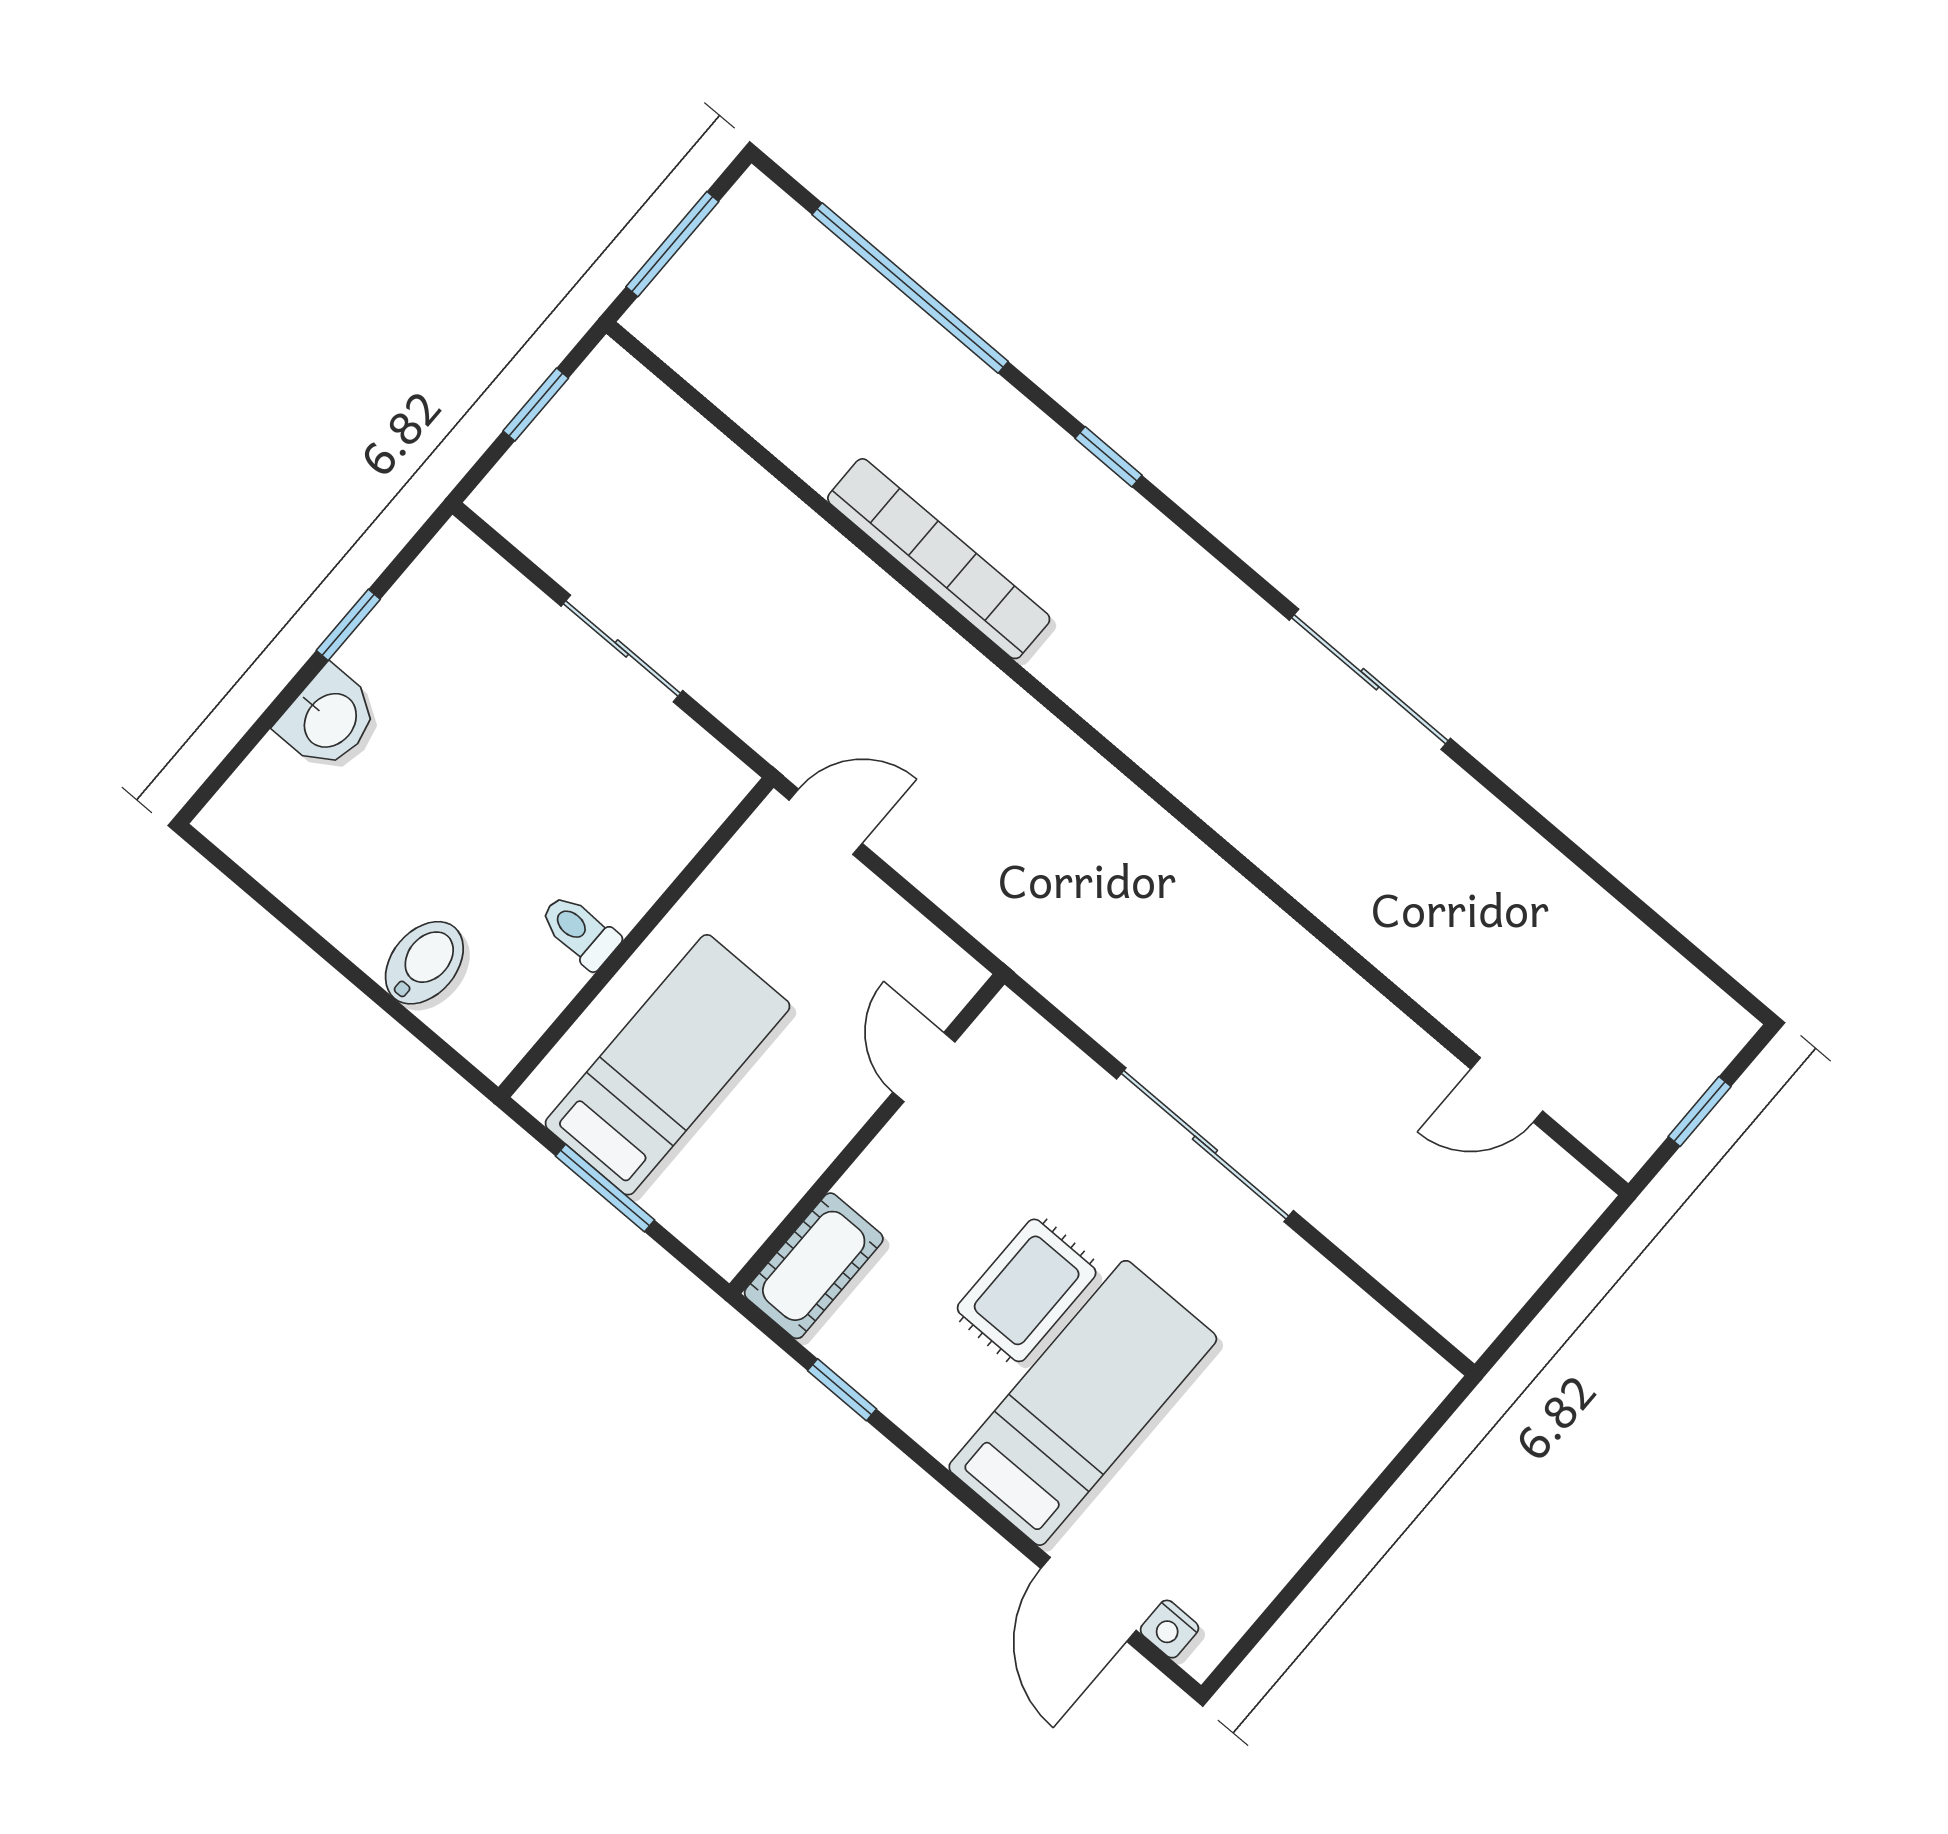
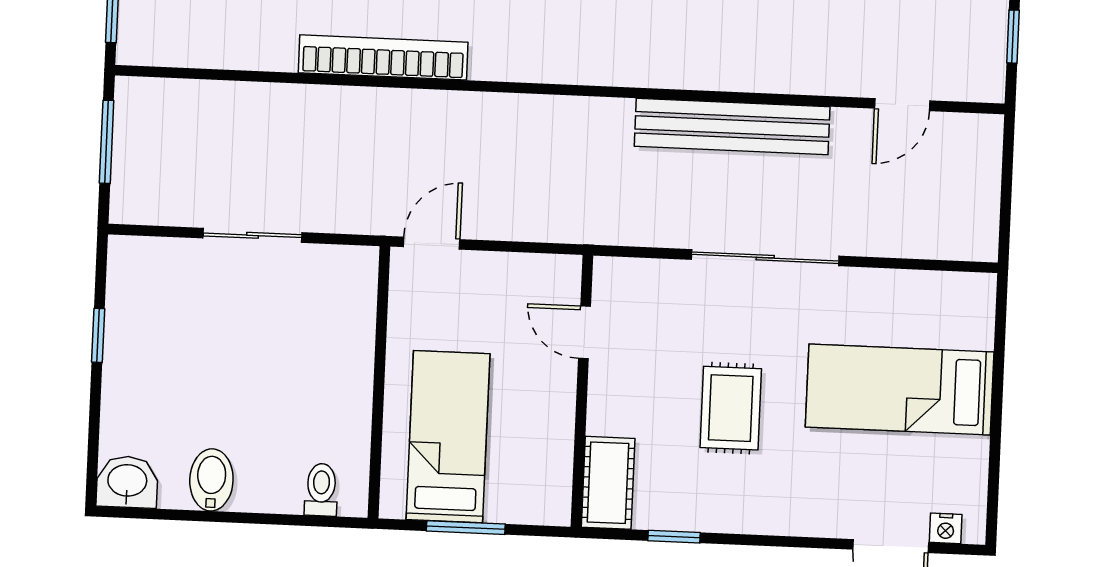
window: (536, 405) -> (107, 142), width x1.50
washbasin: (329, 719) -> (127, 482), moved, turned -90
toilet: (580, 931) -> (321, 490), moved, turned 90
bench: (1286, 960) -> (732, 127), added
bidet: (424, 963) -> (211, 480), moved
bed: (1083, 1403) -> (900, 390), moved, turned -90

